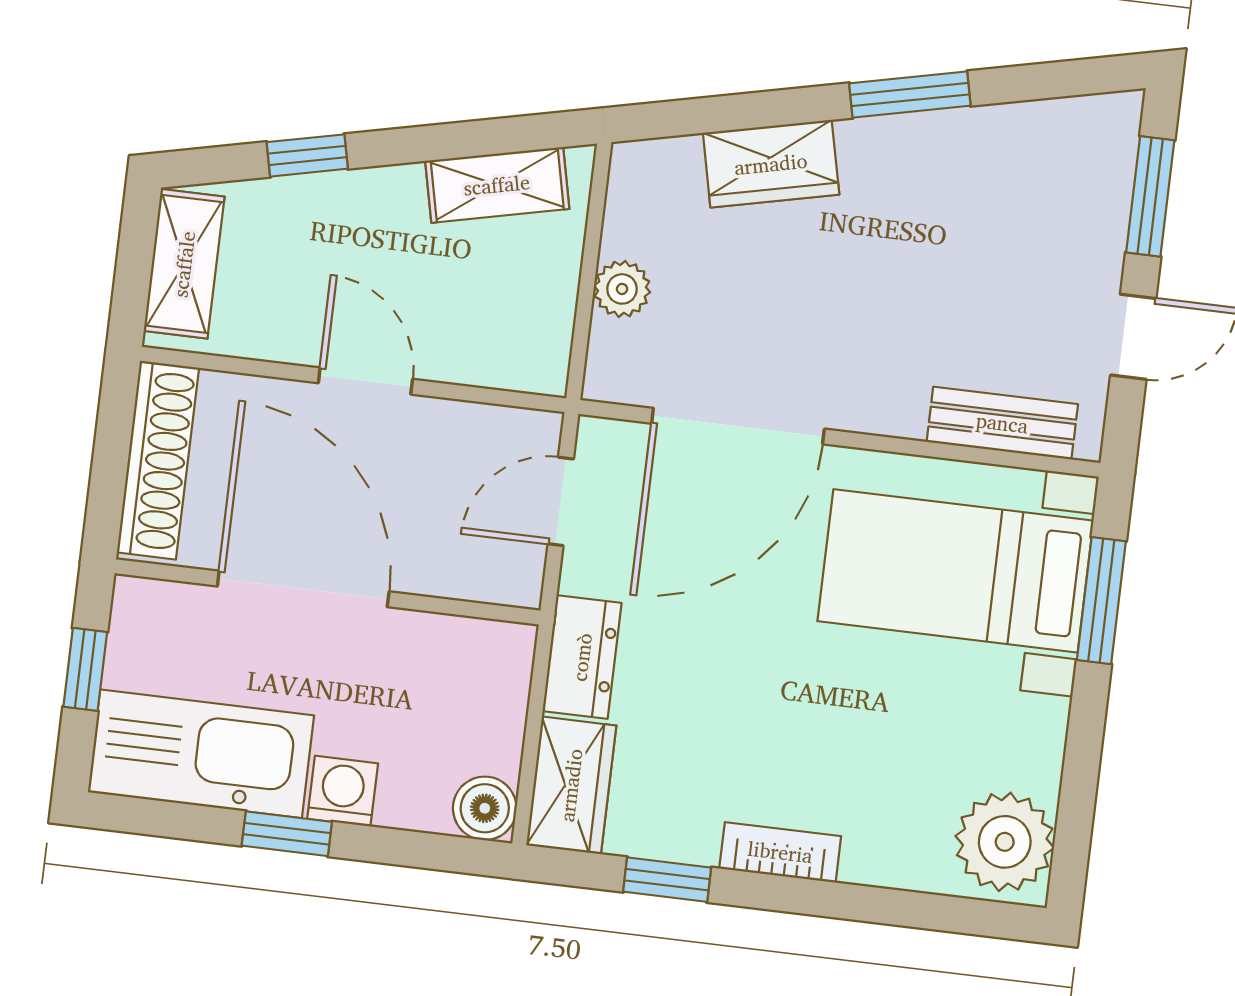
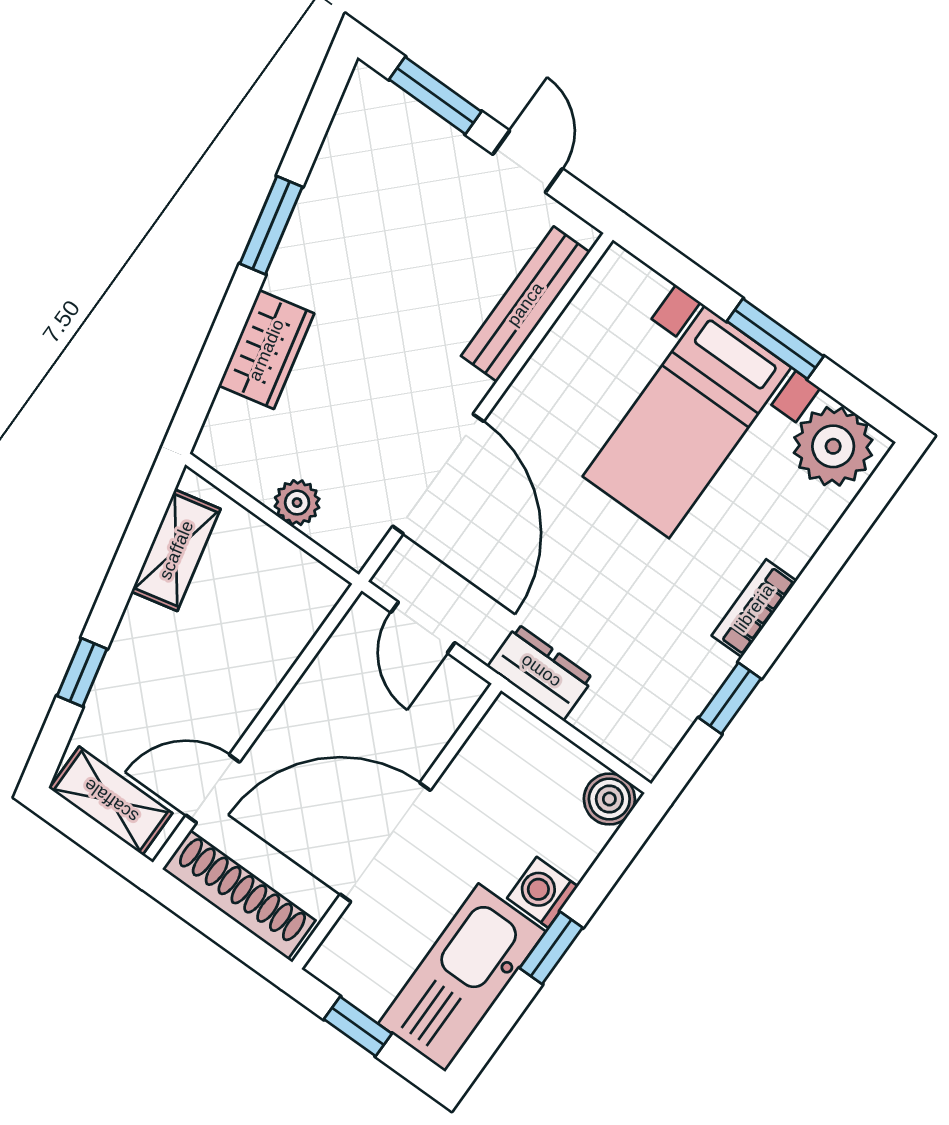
door: (365, 381) -> (213, 789), moved
bench: (1002, 423) -> (525, 304), width x1.36
bed with nightstands: (955, 571) -> (687, 422), moved
window: (1101, 601) -> (775, 339), moved
wardrobe: (571, 785) -> (627, 729), removed

